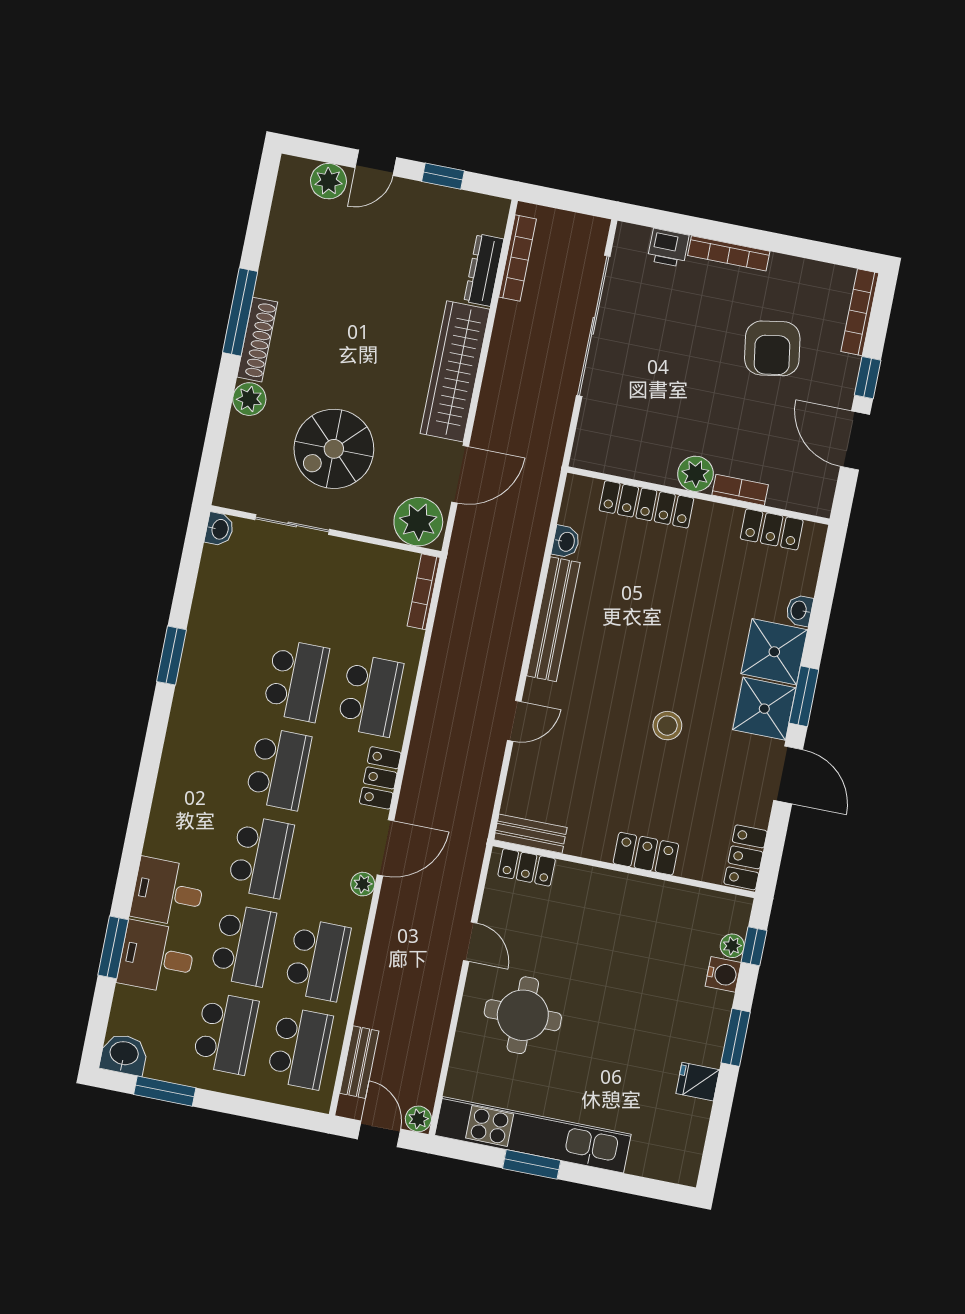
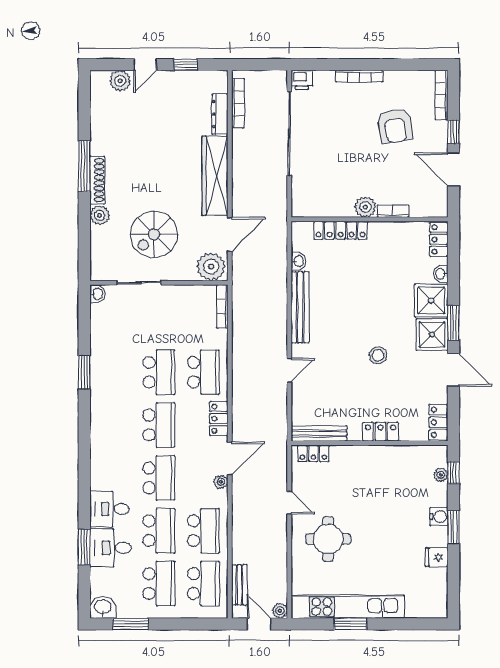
printer: (668, 248) -> (302, 80), moved
locker: (772, 529) -> (439, 239), moved, turned 90
bench: (530, 834) -> (319, 433), width x1.36
water cooler: (723, 974) -> (439, 517), moved

